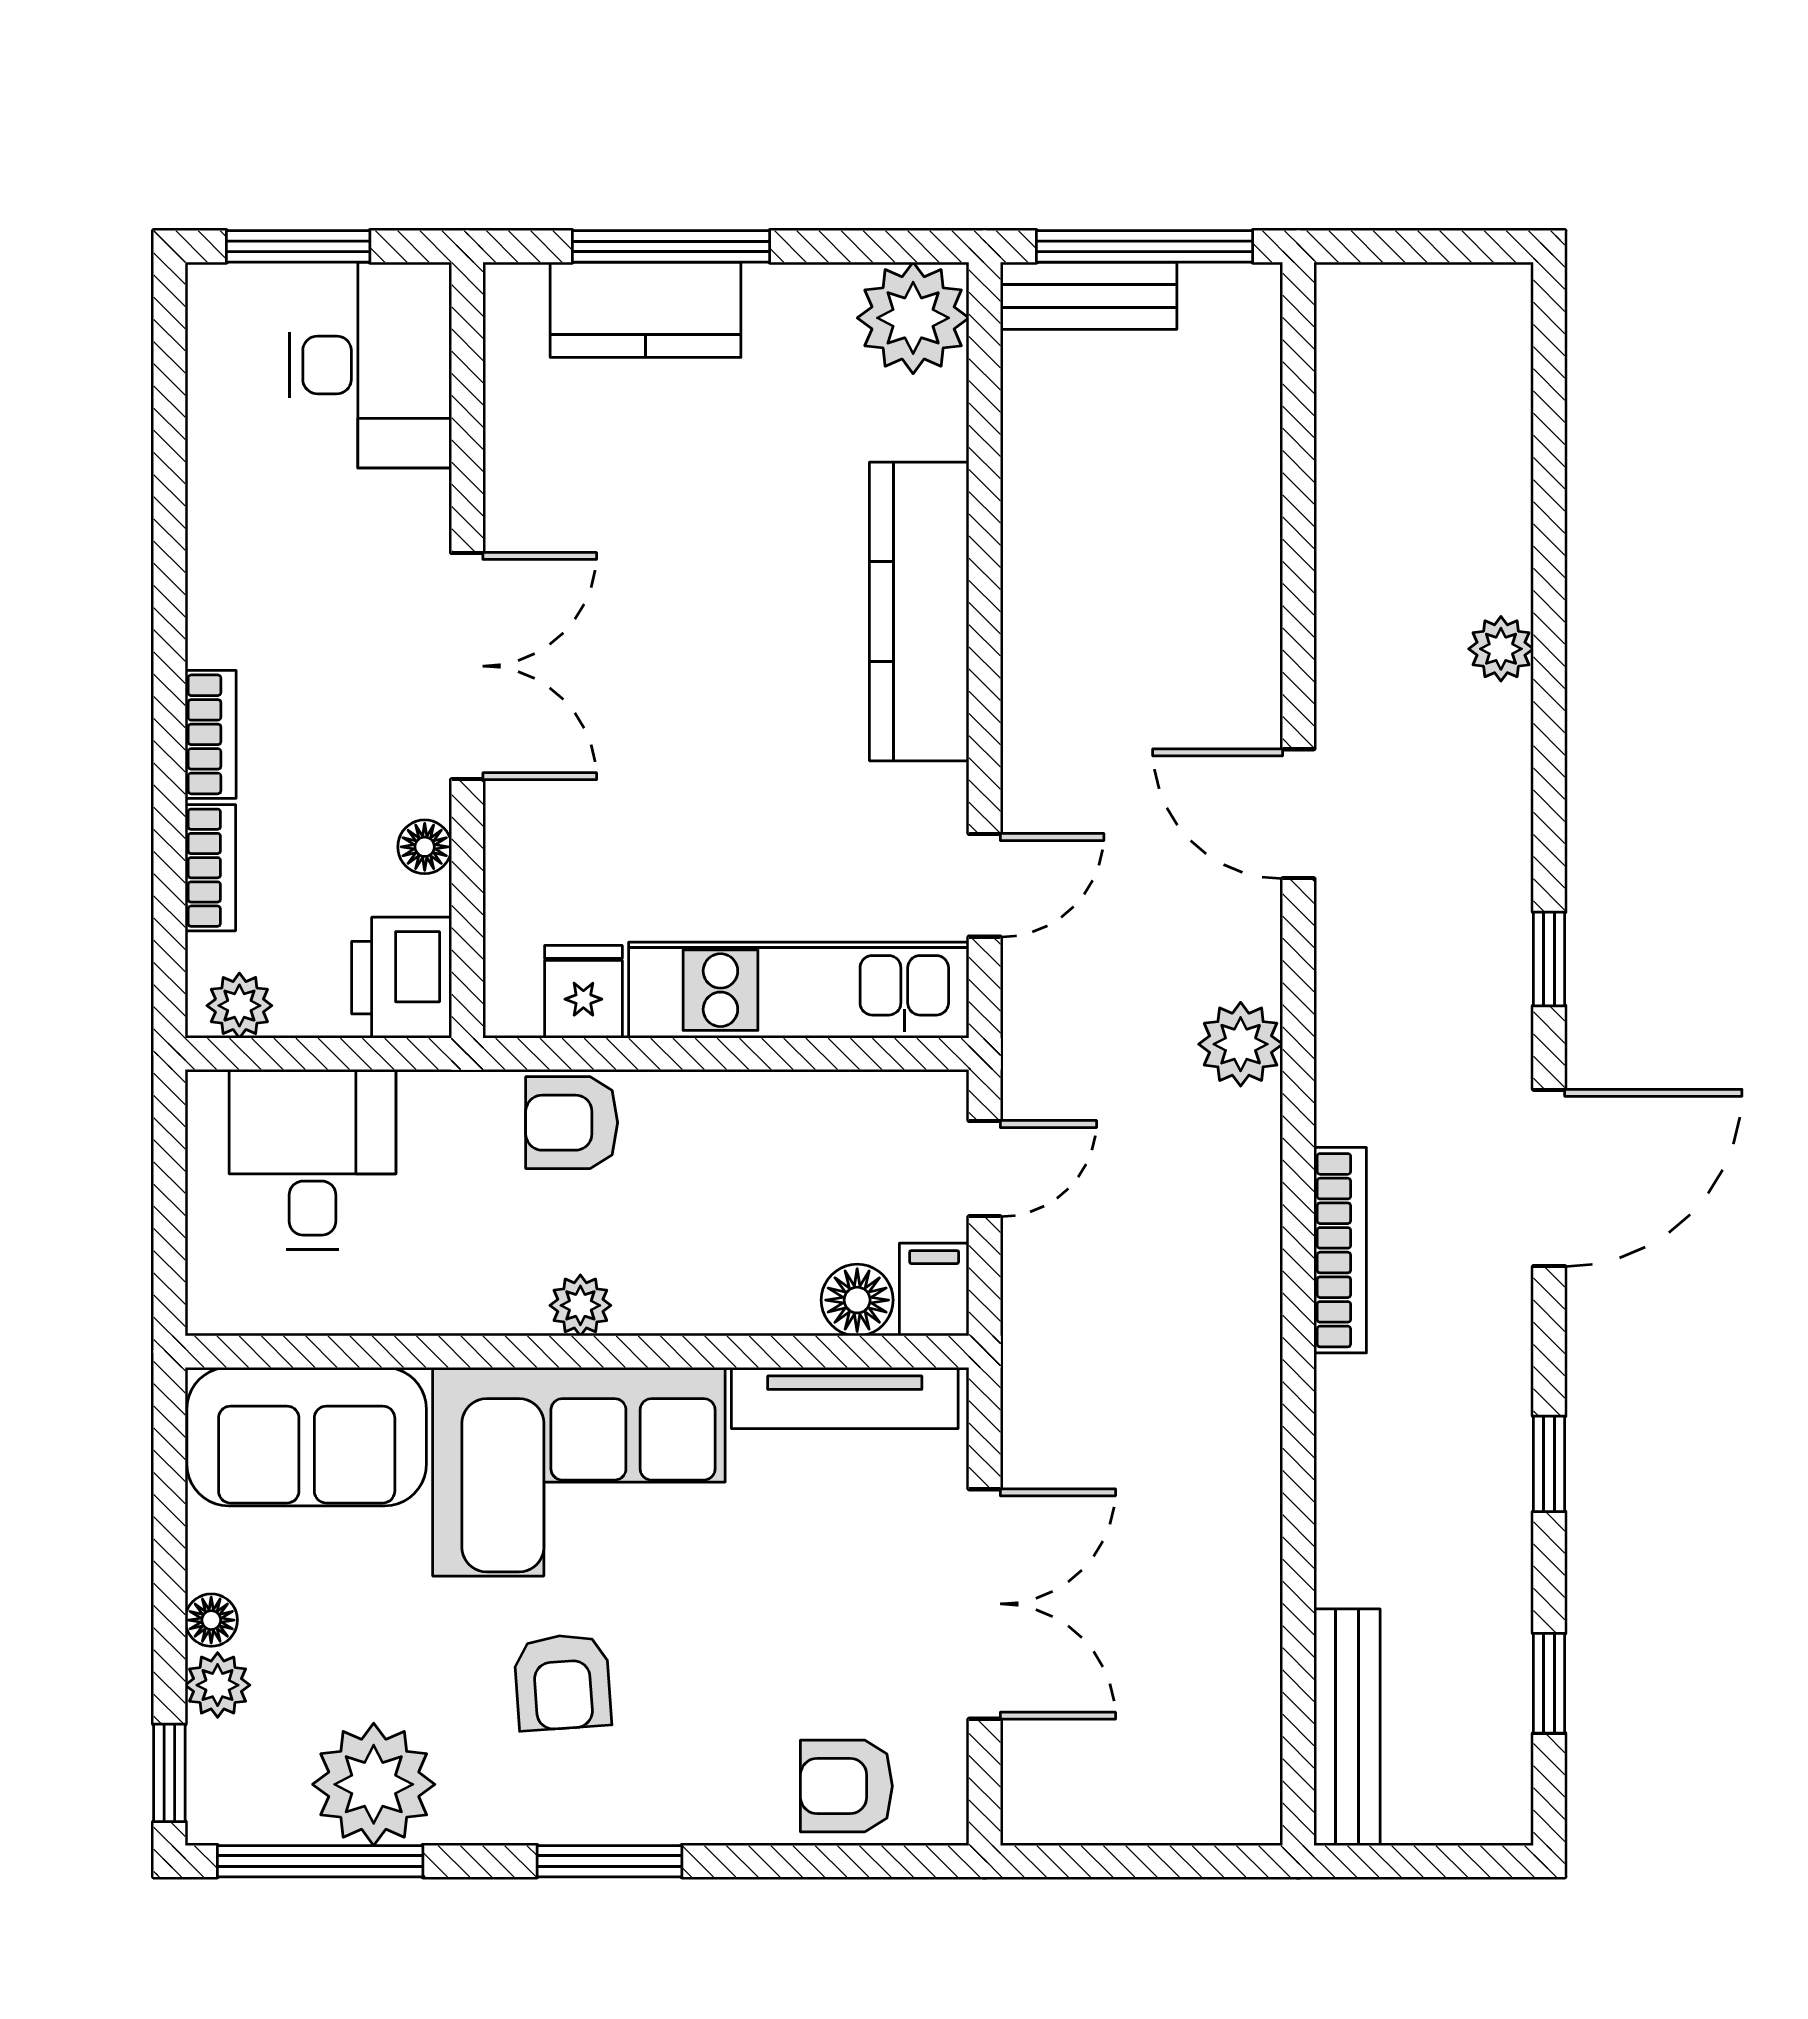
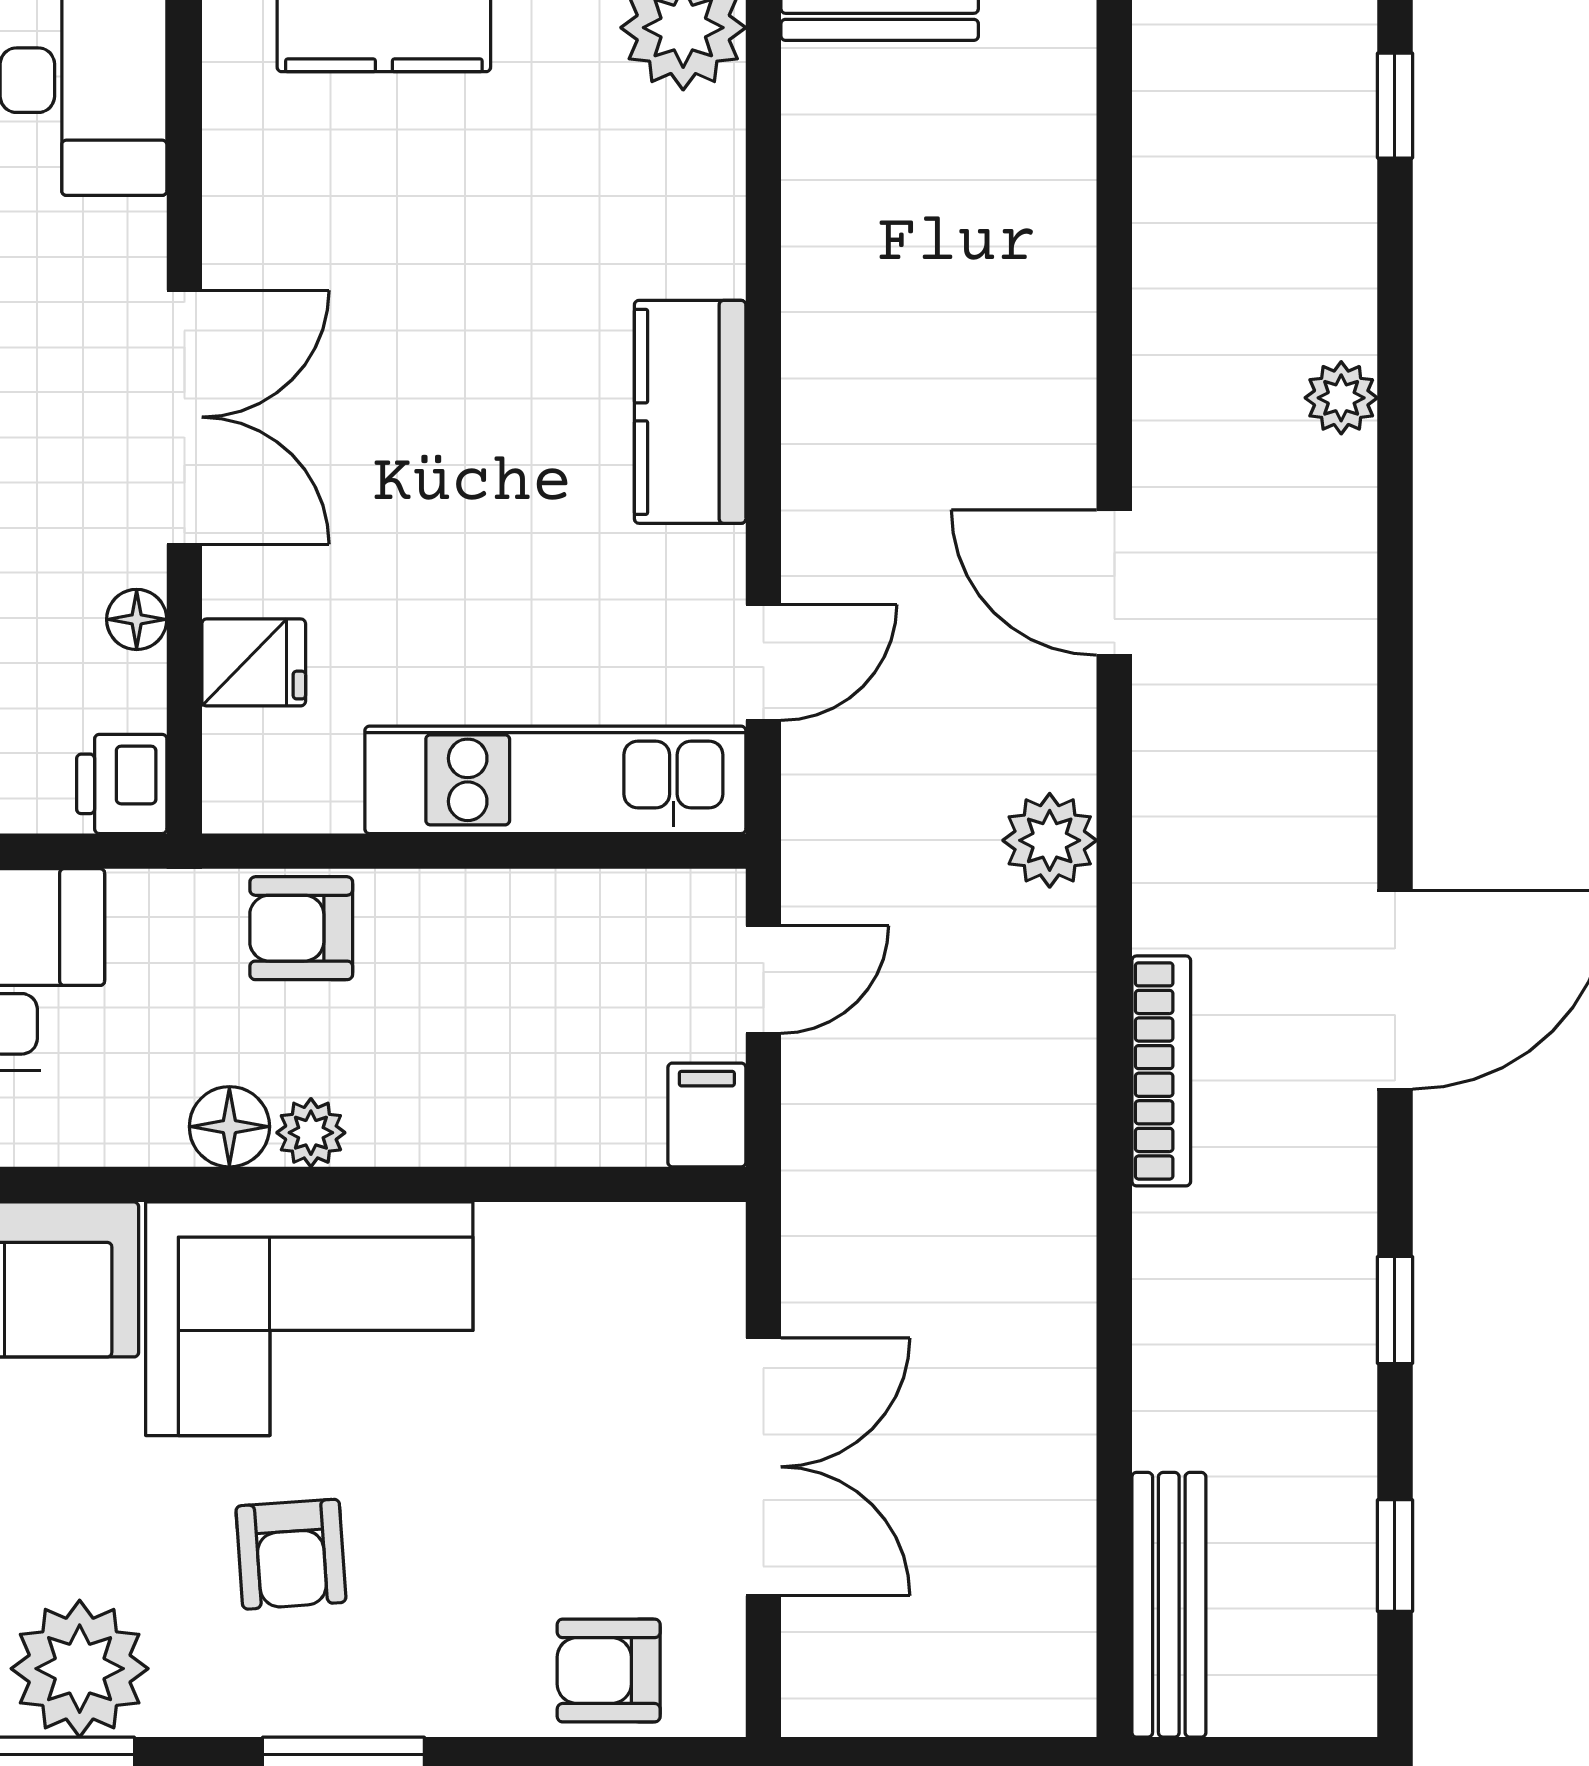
kitchen counter: (919, 611) -> (690, 412), width x0.67
window: (1549, 959) -> (1395, 106), moved
printer: (402, 978) -> (122, 784), width x0.73, depth x0.81
fridge: (583, 992) -> (254, 662), moved, turned 90
floor lamp: (857, 1300) -> (229, 1127), moved
tv unit: (845, 1398) -> (607, 1236), removed

